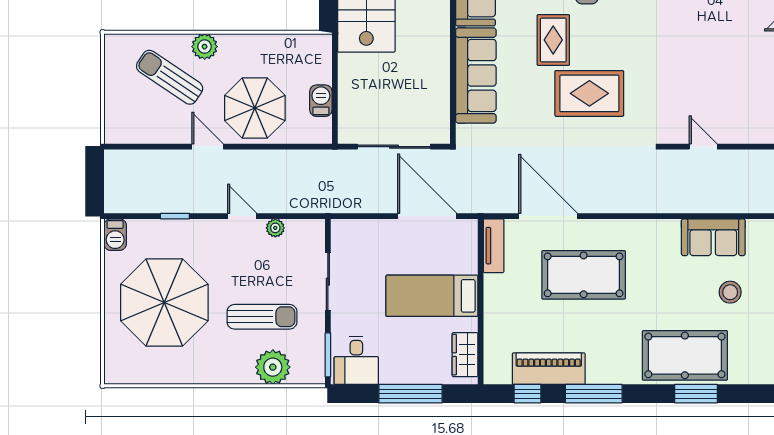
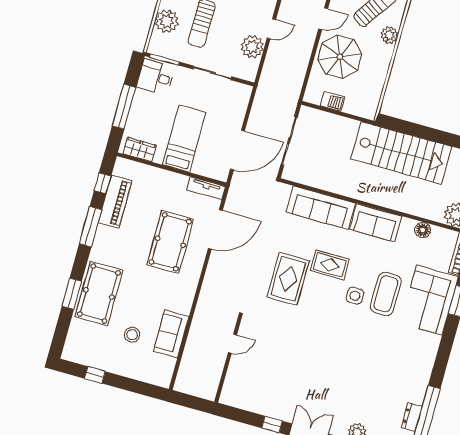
plant: (275, 228) -> (252, 47), width x1.88, depth x1.88

